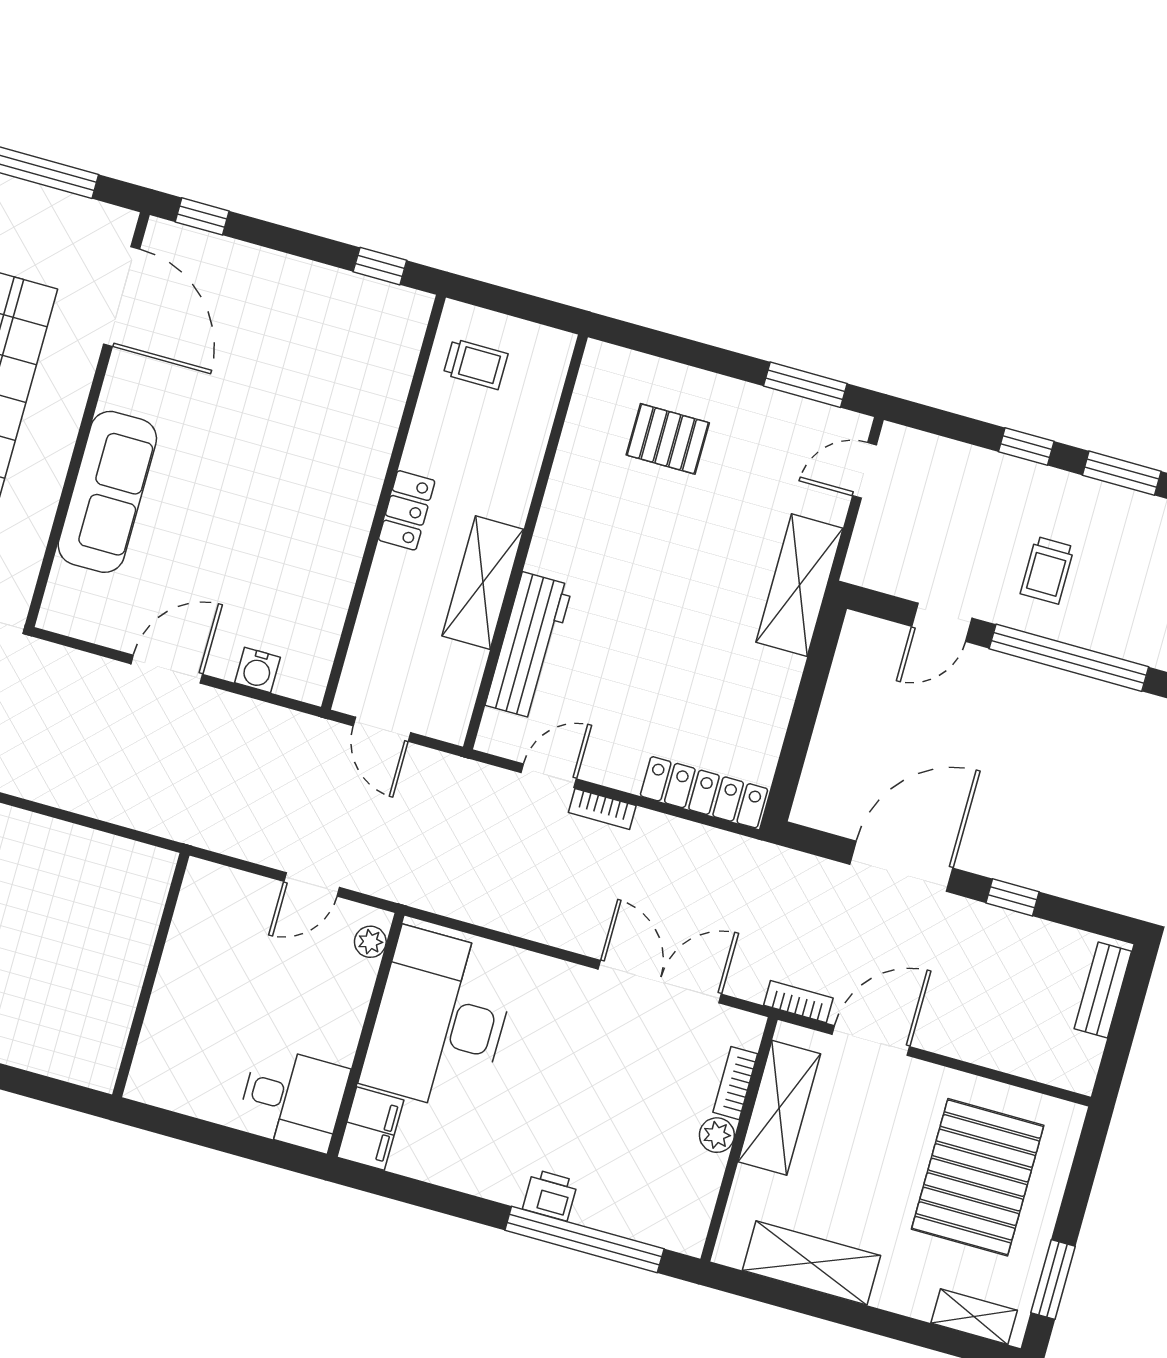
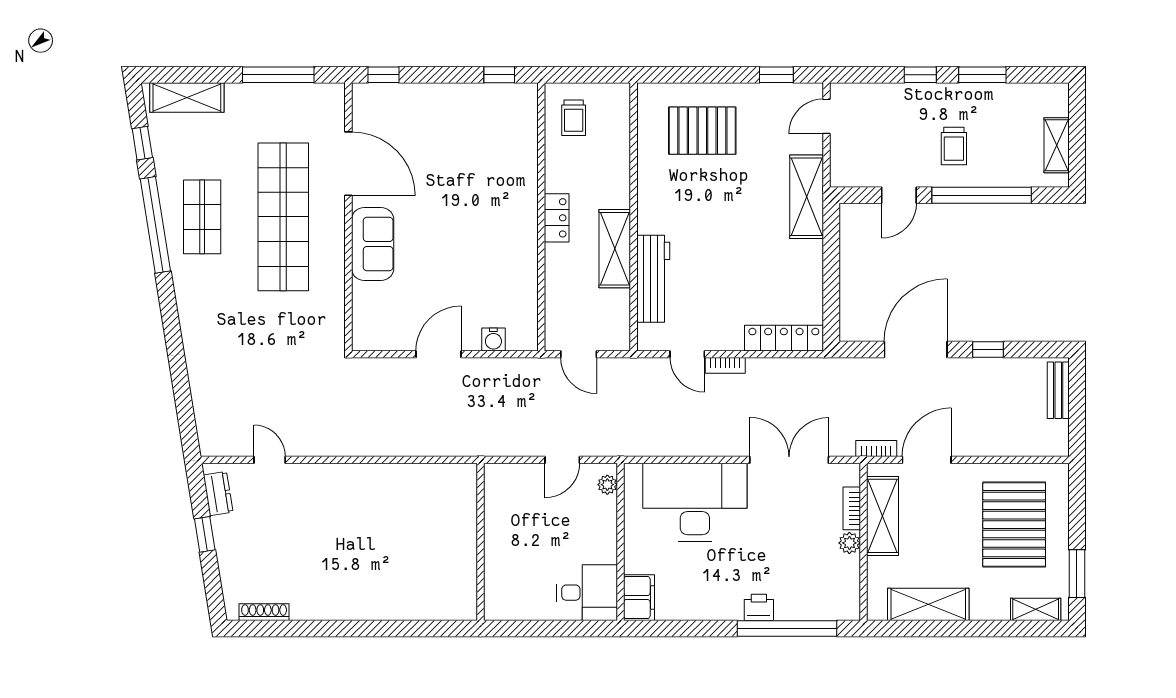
door: (122, 297) -> (348, 164), moved
trolley: (476, 364) -> (574, 118), turned 90
window: (805, 385) -> (776, 75), width x0.67
pallet: (668, 439) -> (702, 131), width x1.50, depth x1.42
sofa: (107, 492) -> (373, 244), width x0.73
door: (549, 776) -> (687, 354), swing flipped
desk: (440, 1020) -> (695, 502), moved, turned 90

